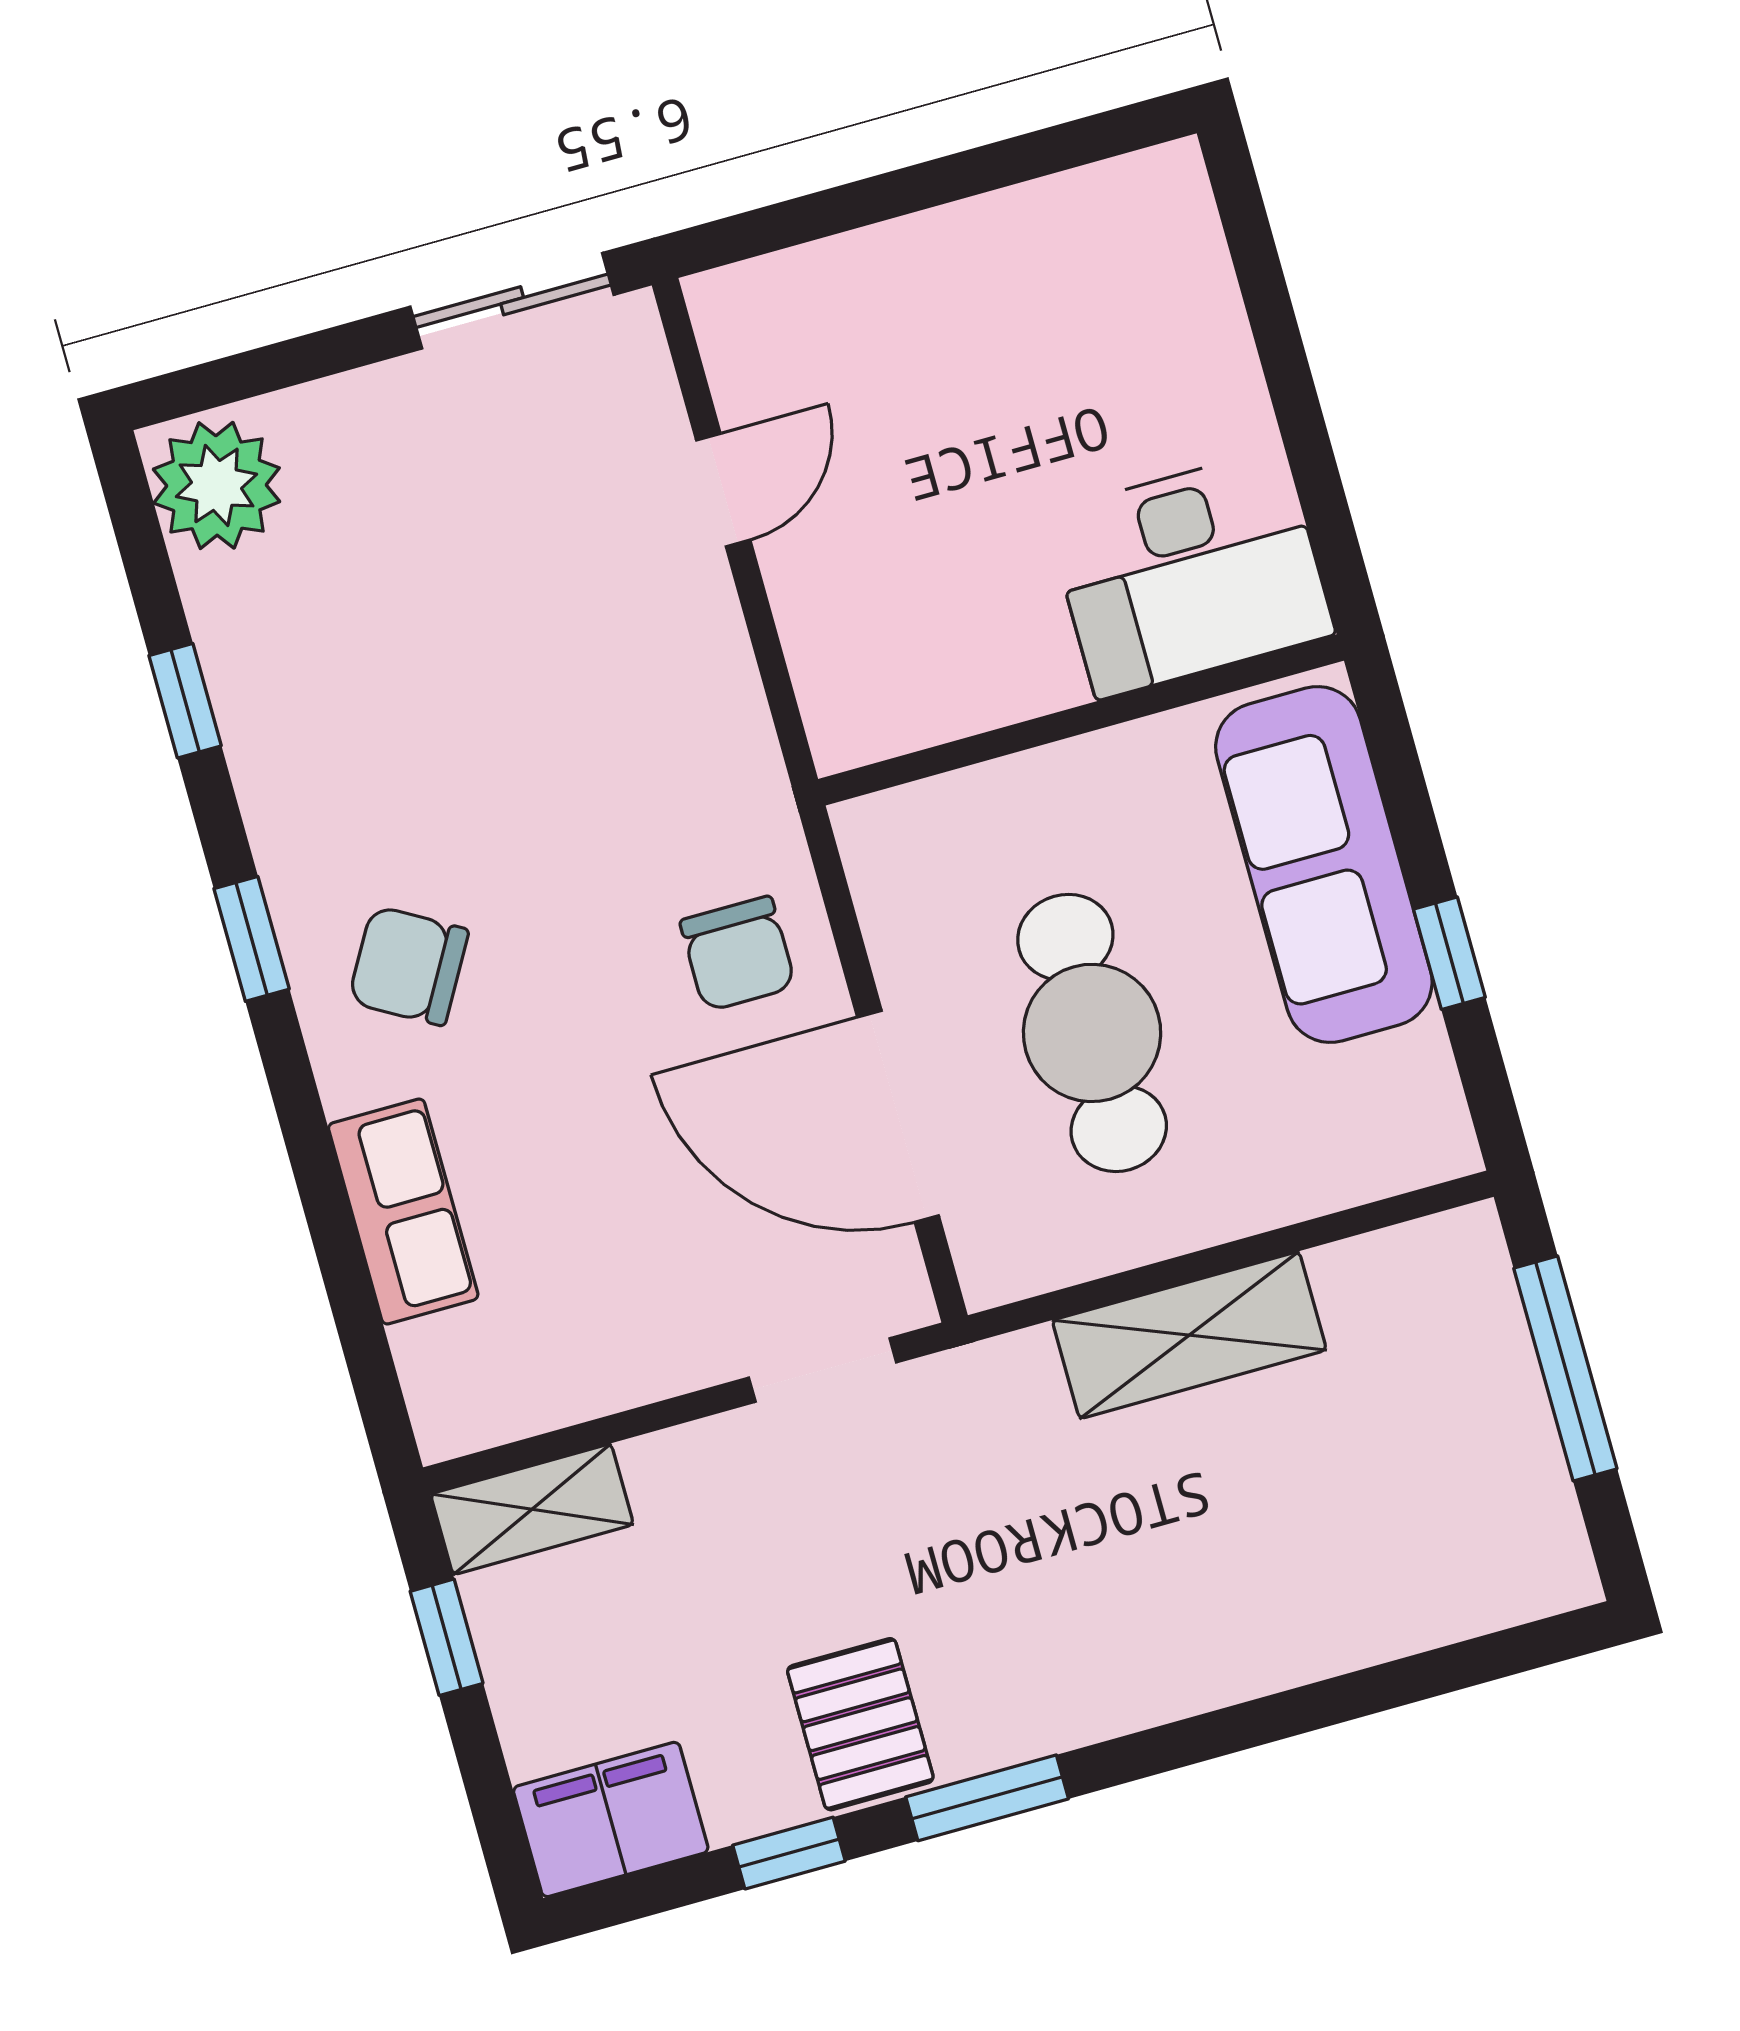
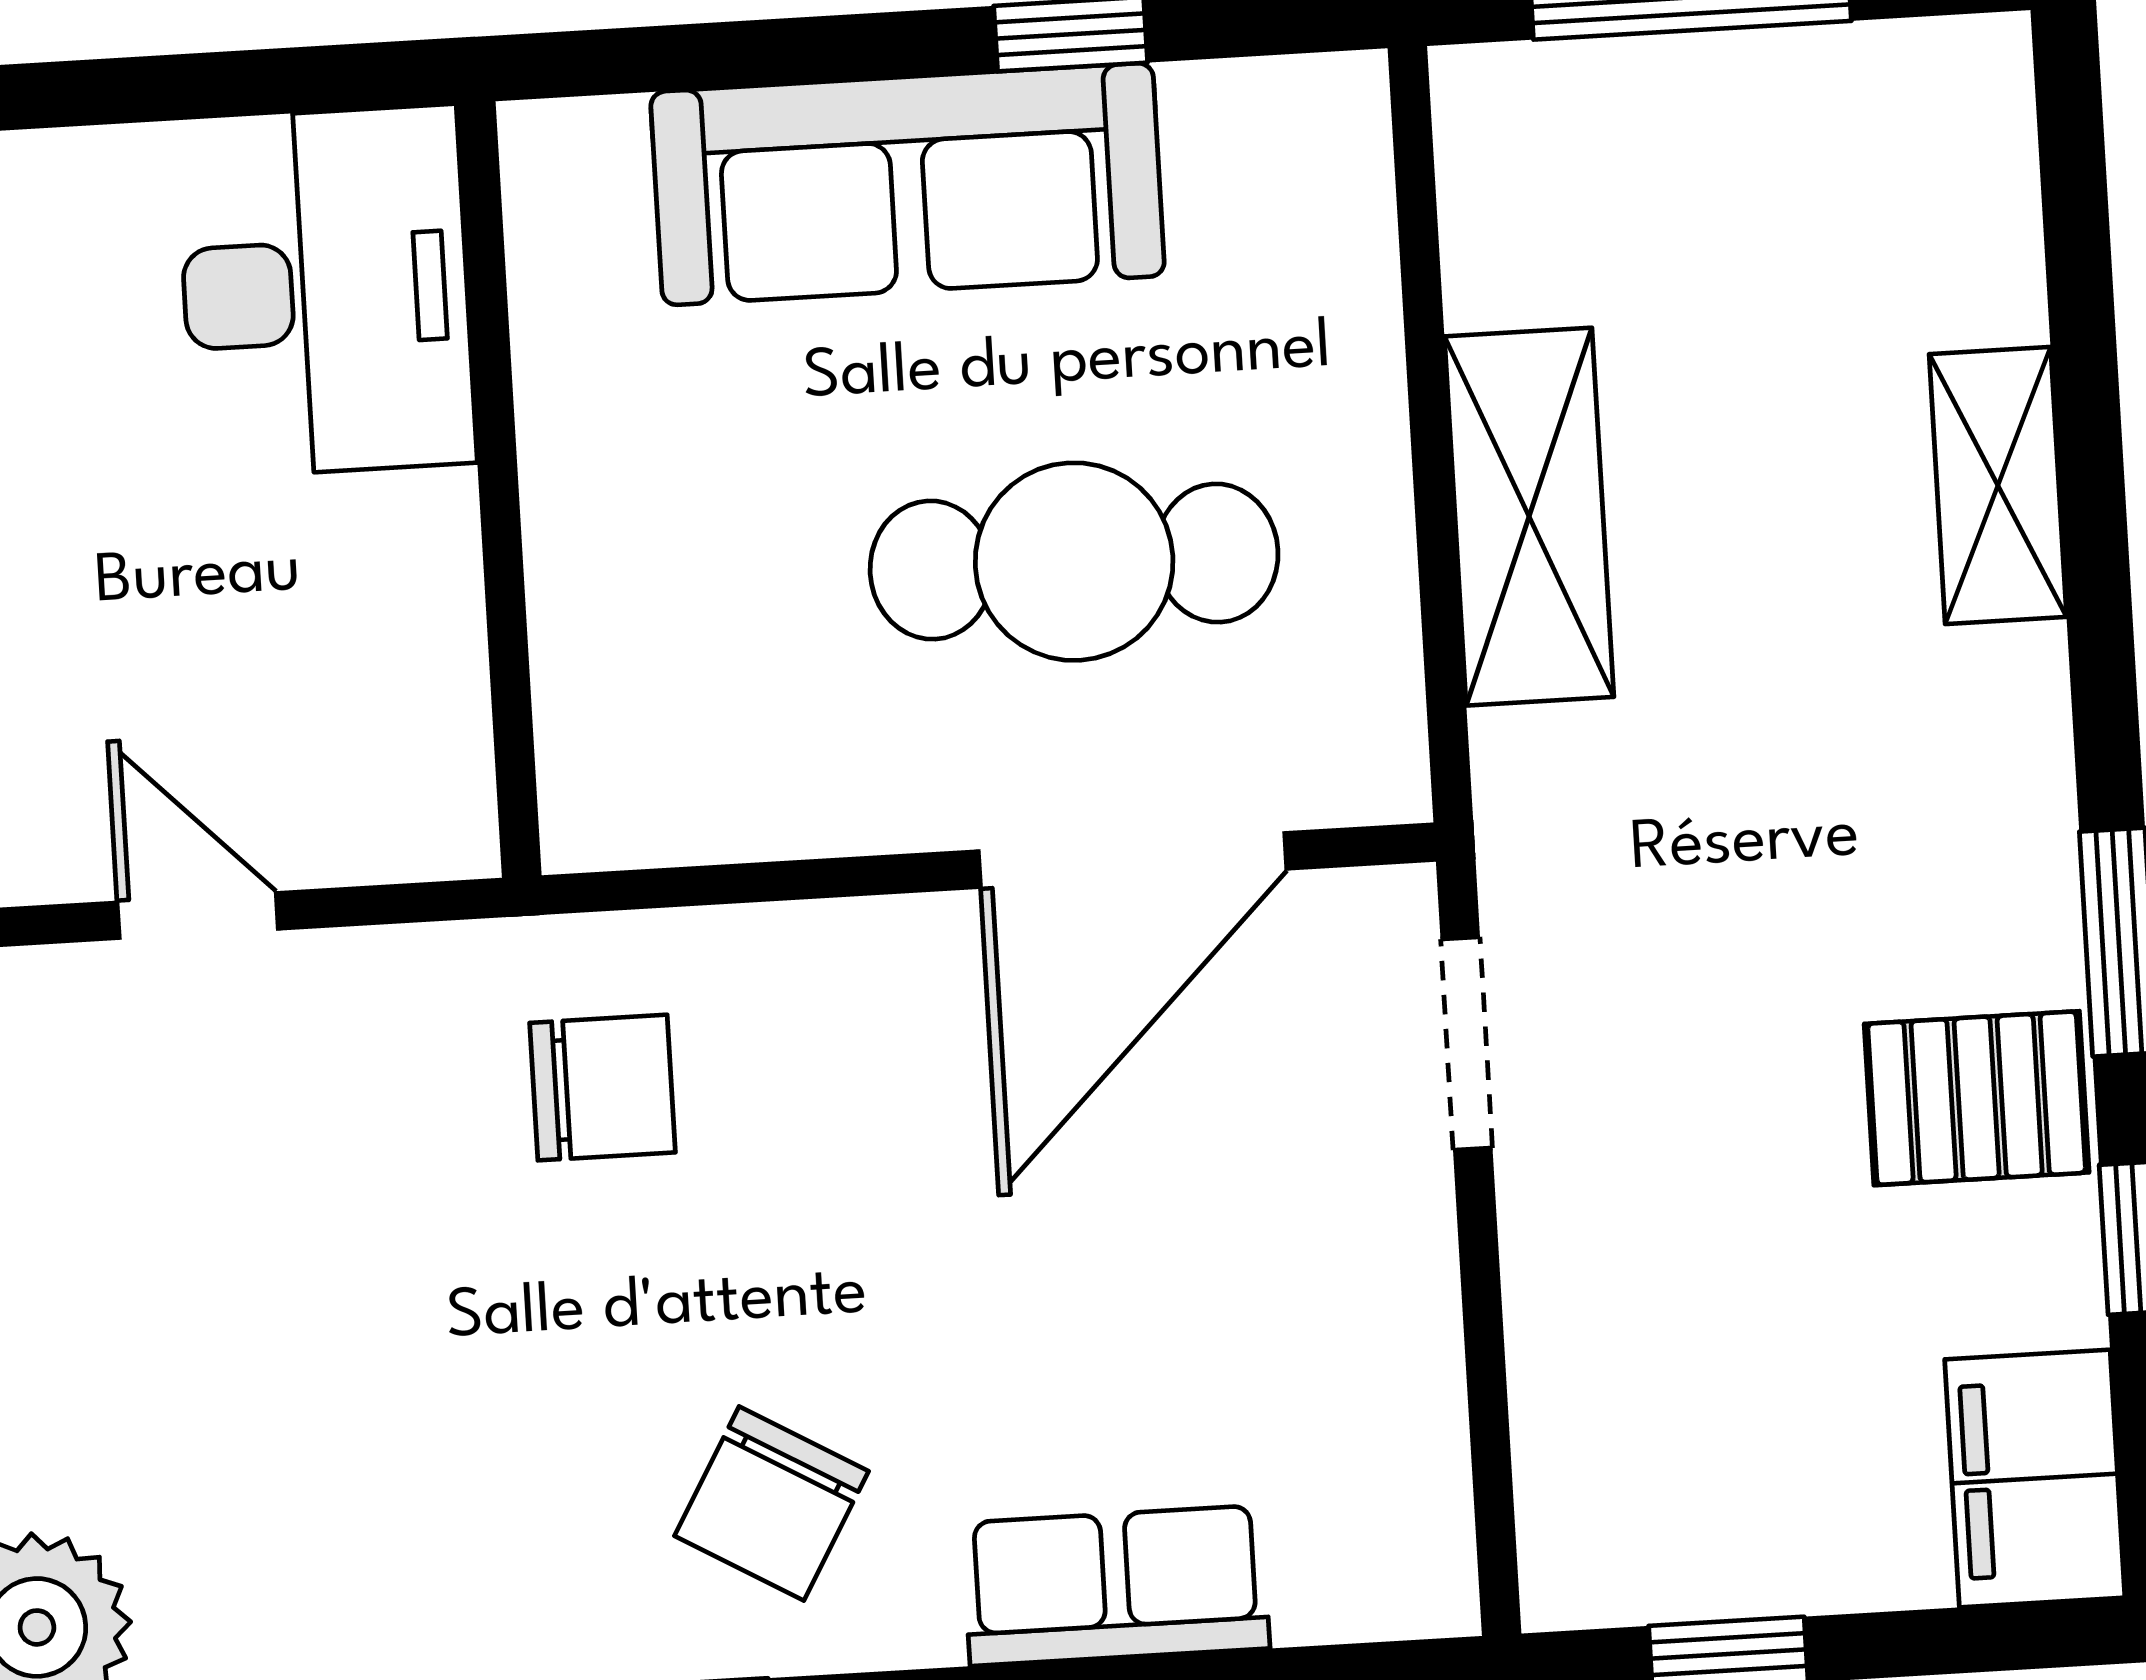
desk: (1190, 573) -> (326, 292), moved
wall: (1081, 720) -> (499, 490), moved
chair: (738, 954) -> (603, 1088), moved
shelving: (532, 1509) -> (1998, 486), moved

